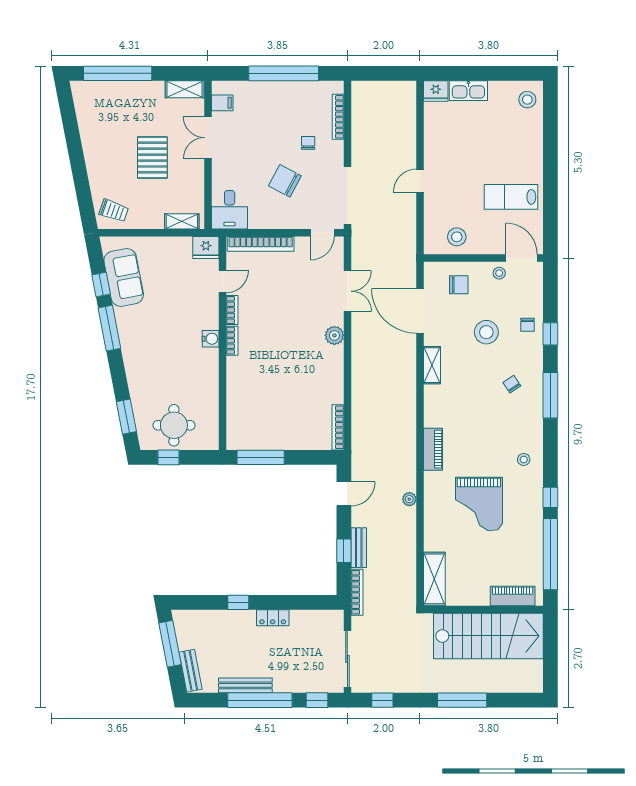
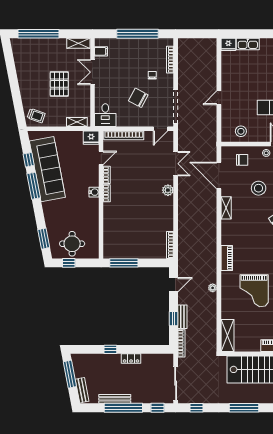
sofa: (124, 278) -> (47, 169), width x1.85, depth x1.27

